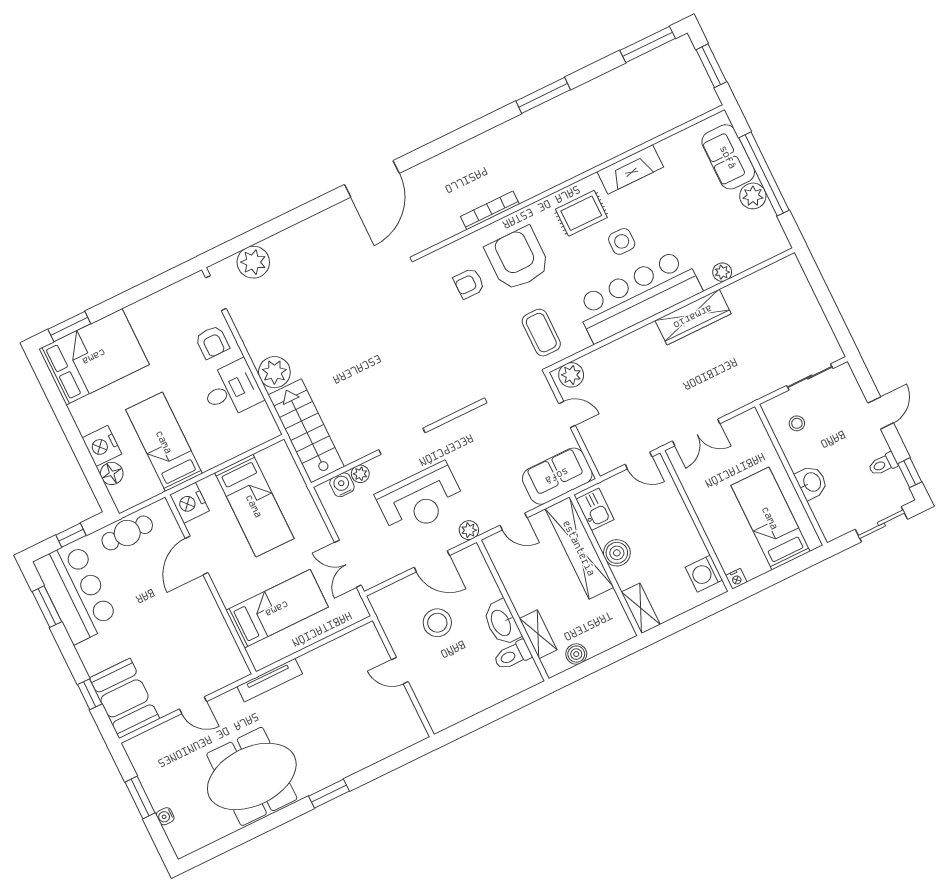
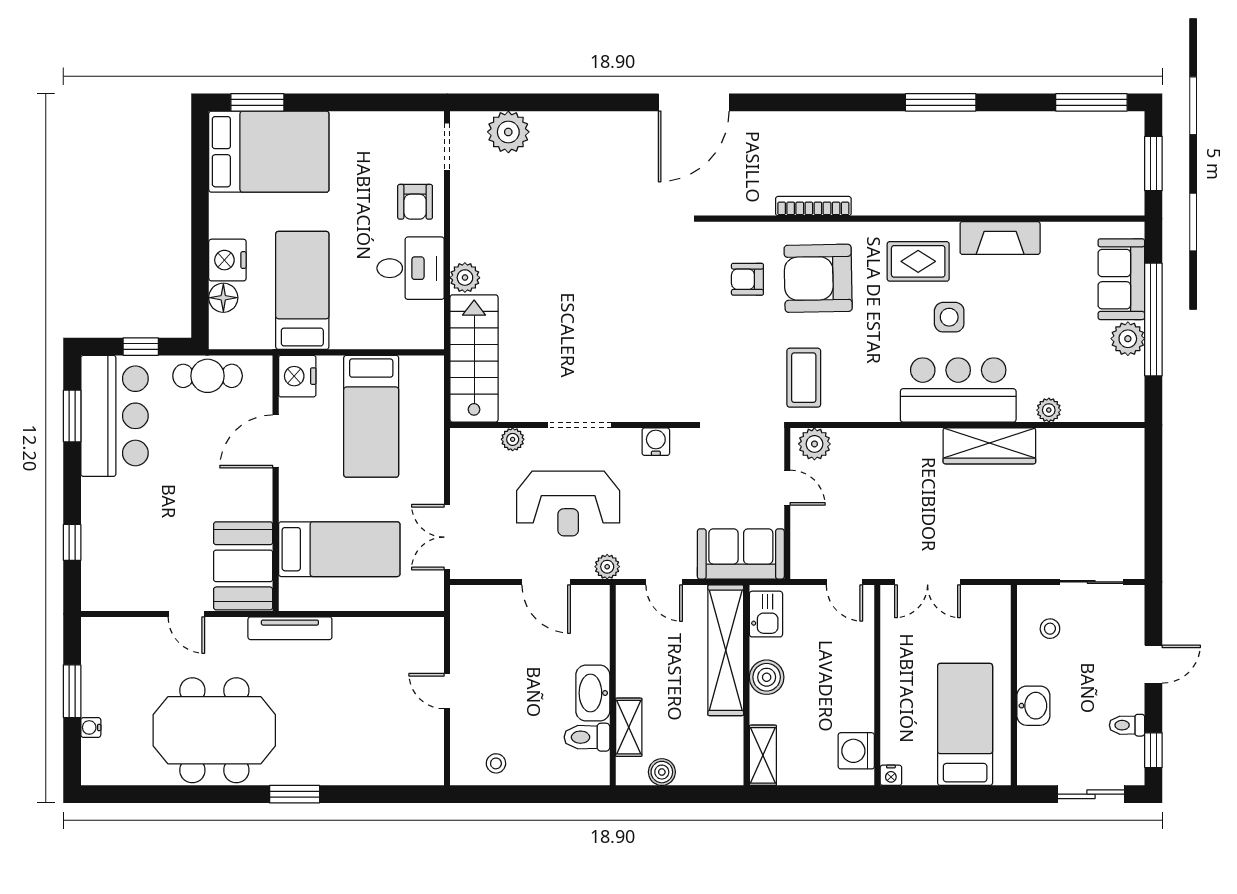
armchair: (518, 259) -> (818, 278), turned -91
bar counter: (638, 296) -> (958, 390), width x0.73
plant: (274, 372) -> (465, 278), width x0.73, depth x0.73
water cooler: (342, 485) -> (656, 442), moved
stool: (437, 623) -> (496, 763), moved, width x0.53, depth x0.53
booth: (125, 698) -> (243, 566), moved

